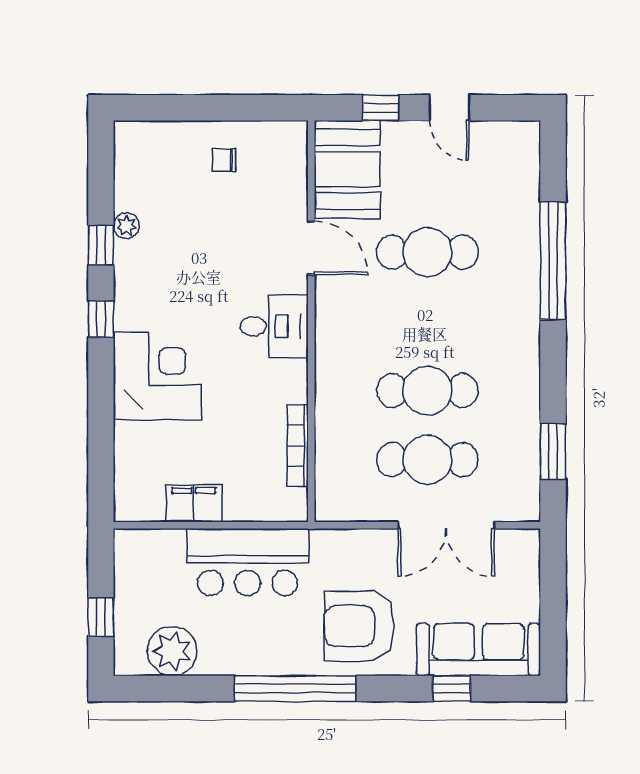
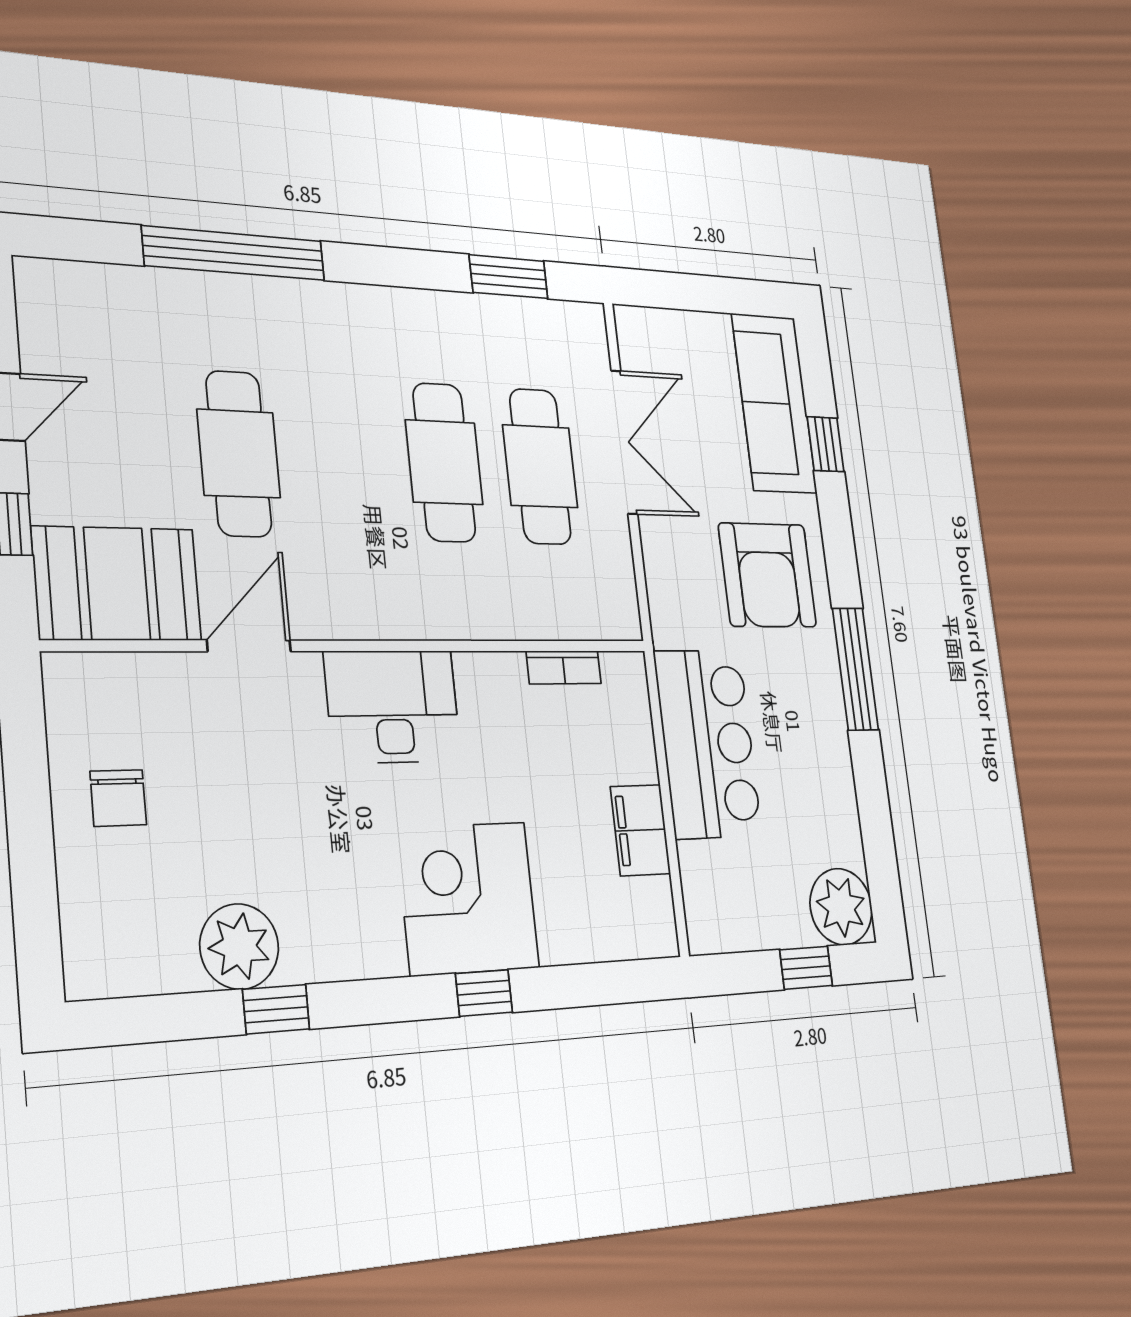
chair: (224, 160) -> (118, 798), width x1.37, depth x1.37
plant: (126, 226) -> (239, 947), width x1.87, depth x1.87
window: (101, 319) -> (484, 993), moved
desk: (274, 326) -> (393, 706), width x1.37
bookcase: (298, 446) -> (564, 667), width x0.64
plant: (172, 651) -> (841, 907), moved
window: (296, 689) -> (855, 669), width x0.68

